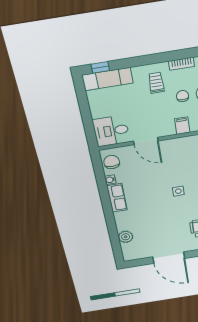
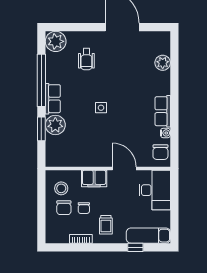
window: (100, 67) -> (135, 247), moved
filing cabinet: (182, 126) -> (94, 179), width x2.00
desk: (111, 131) -> (155, 190), width x1.37

